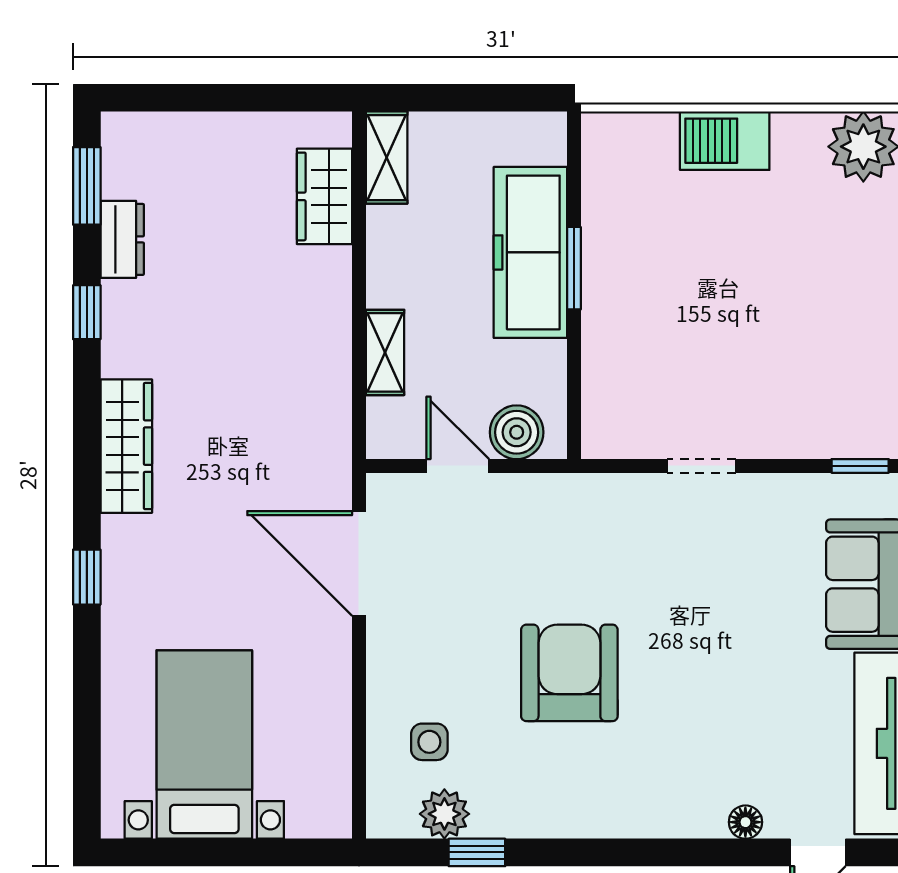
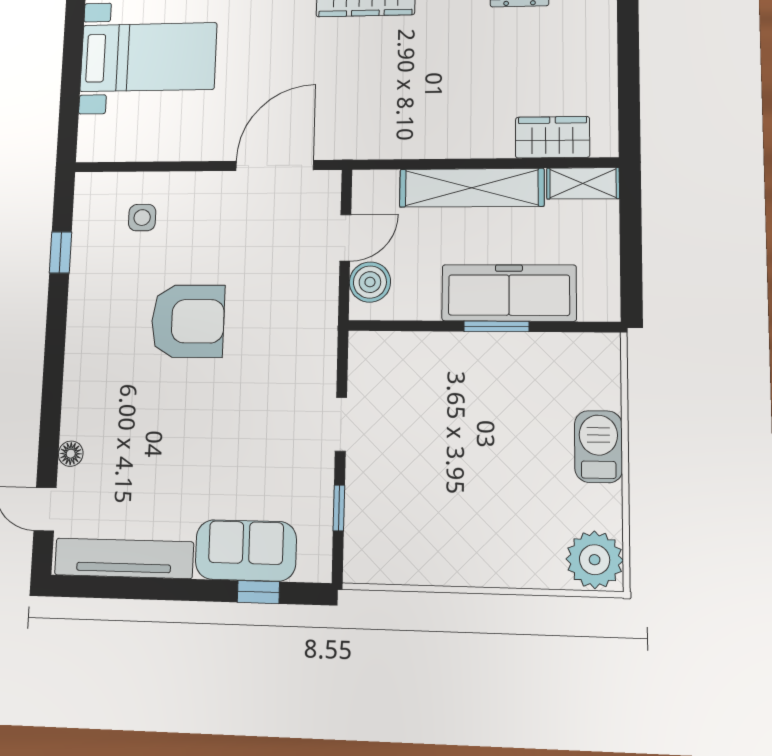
shelving: (385, 352) -> (472, 188), width x2.20, depth x1.33
window: (860, 466) -> (339, 508), moved
plant: (444, 814) -> (90, 229), removed

